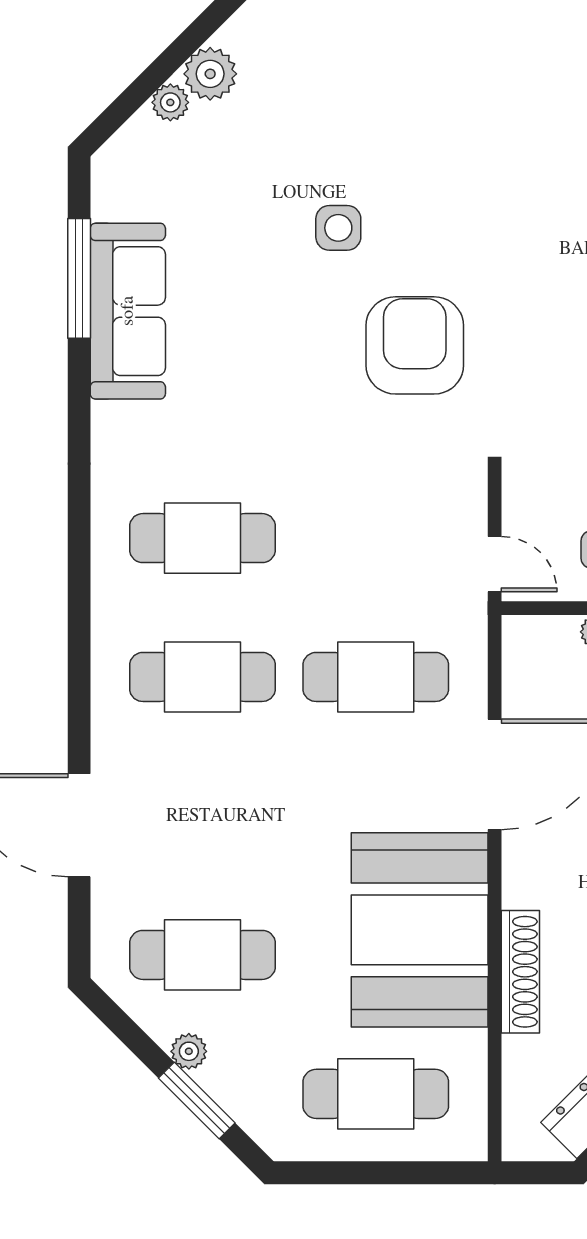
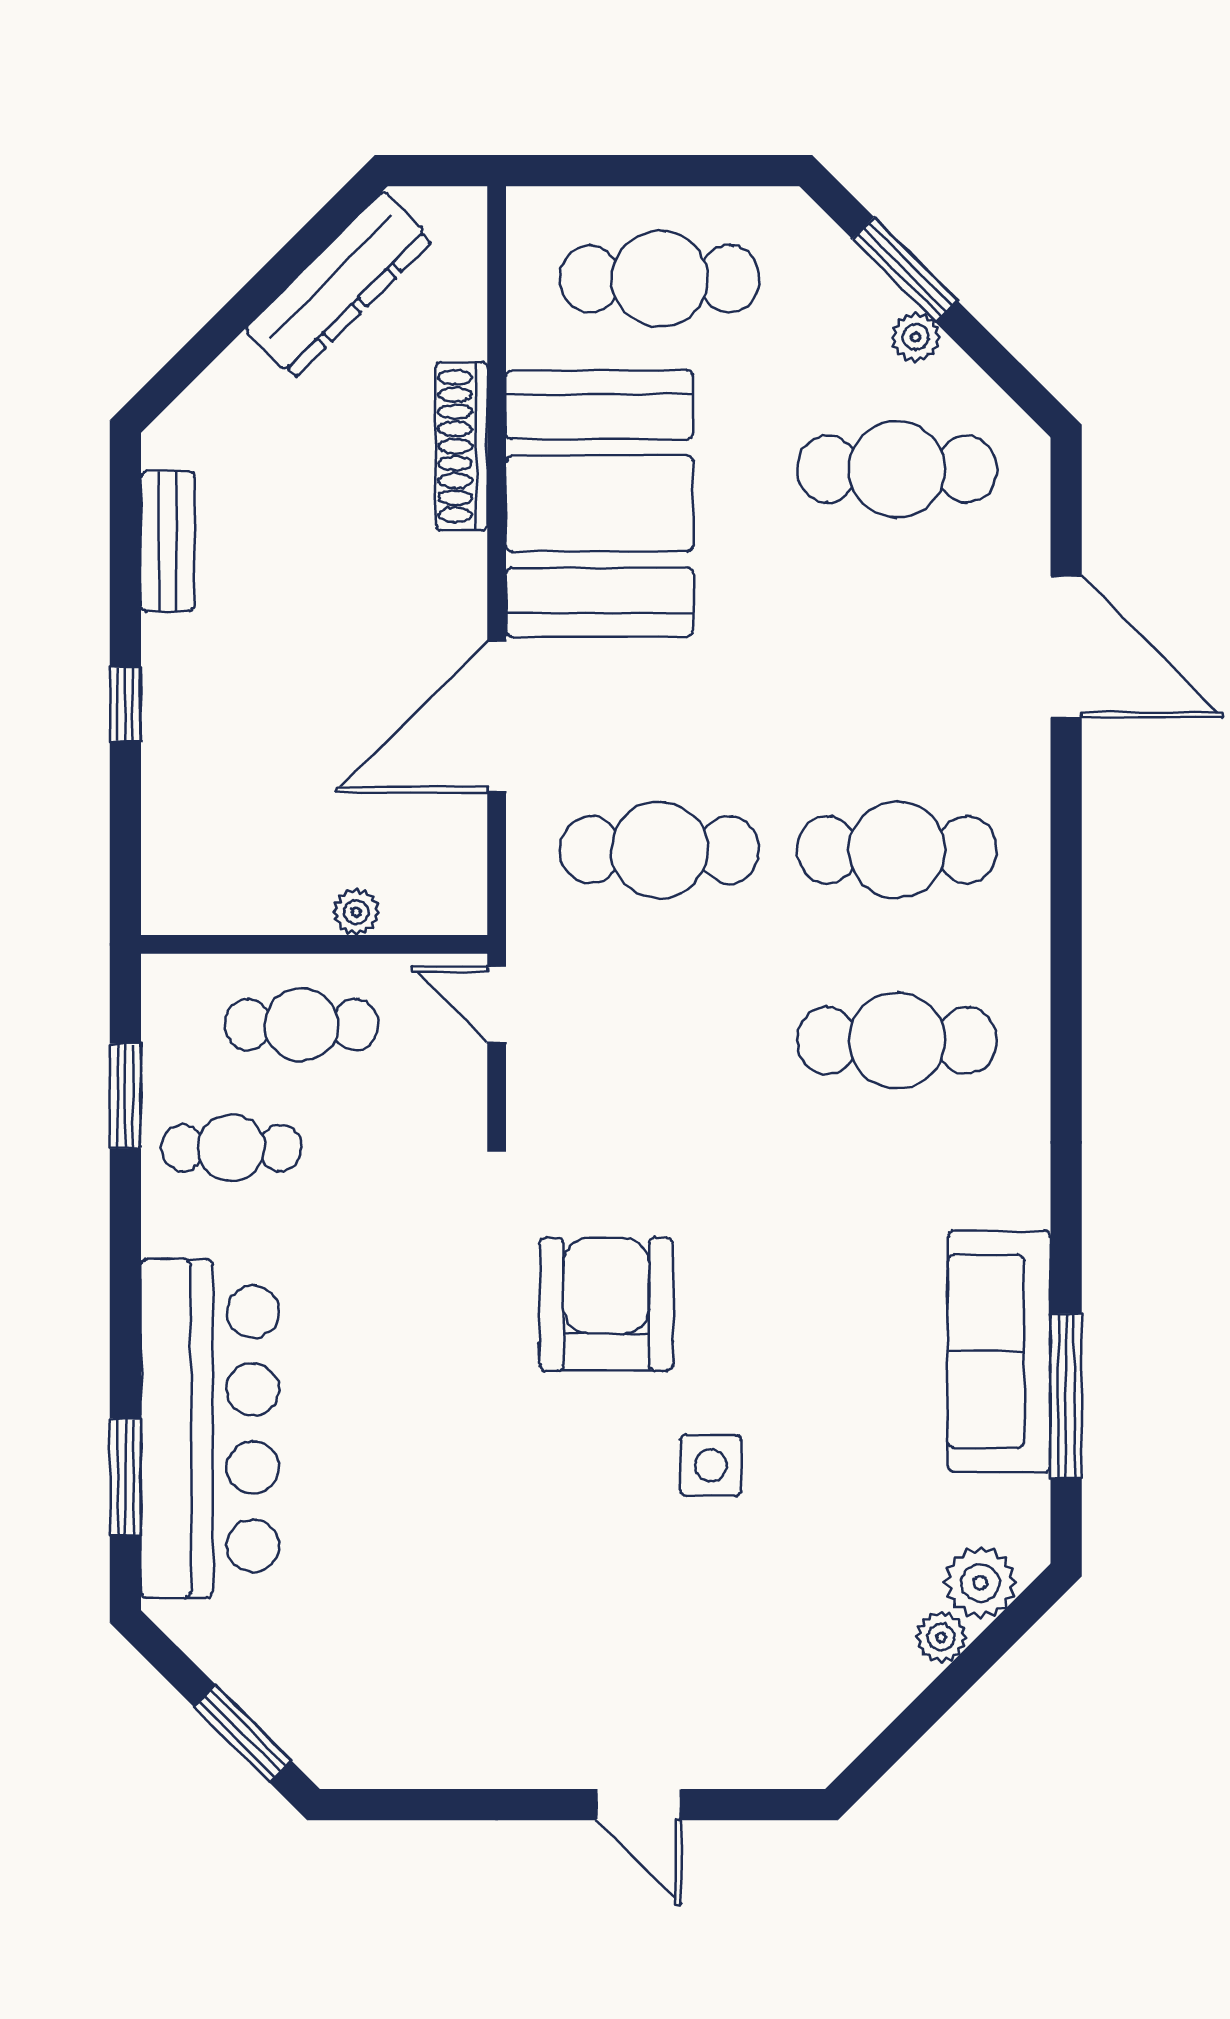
plant: (210, 74) -> (980, 1583), moved
armchair: (415, 345) -> (606, 1304), turned 180

